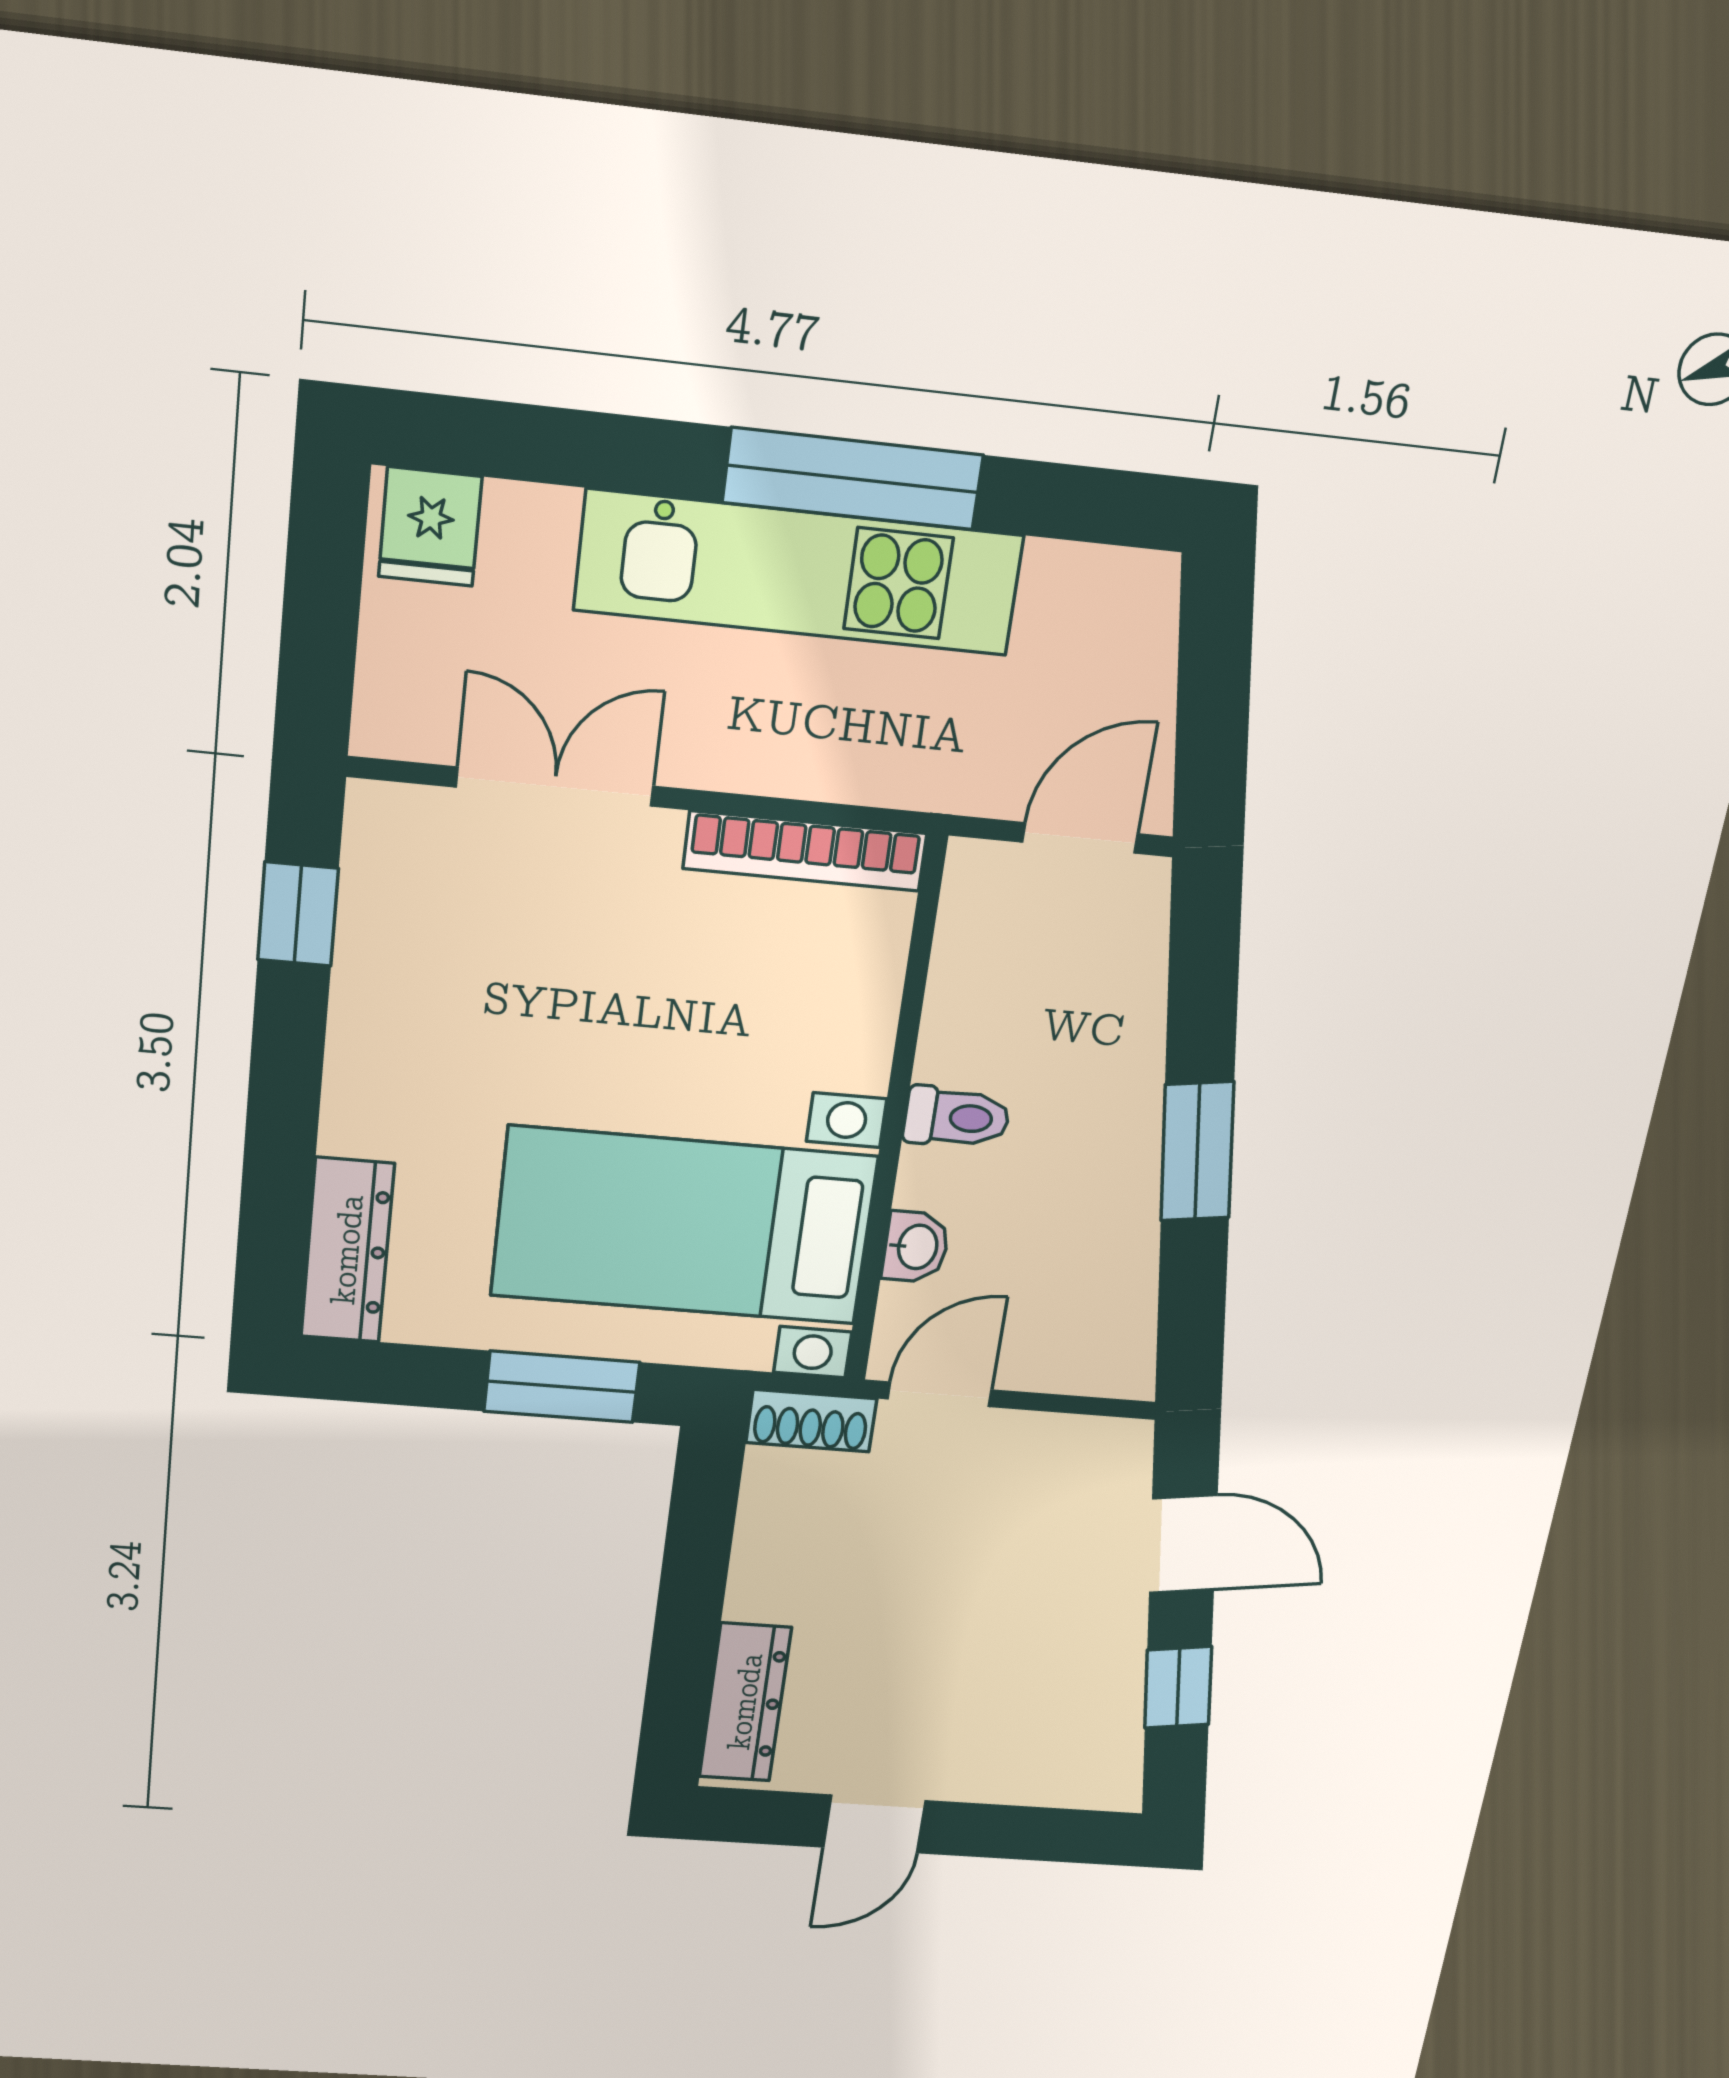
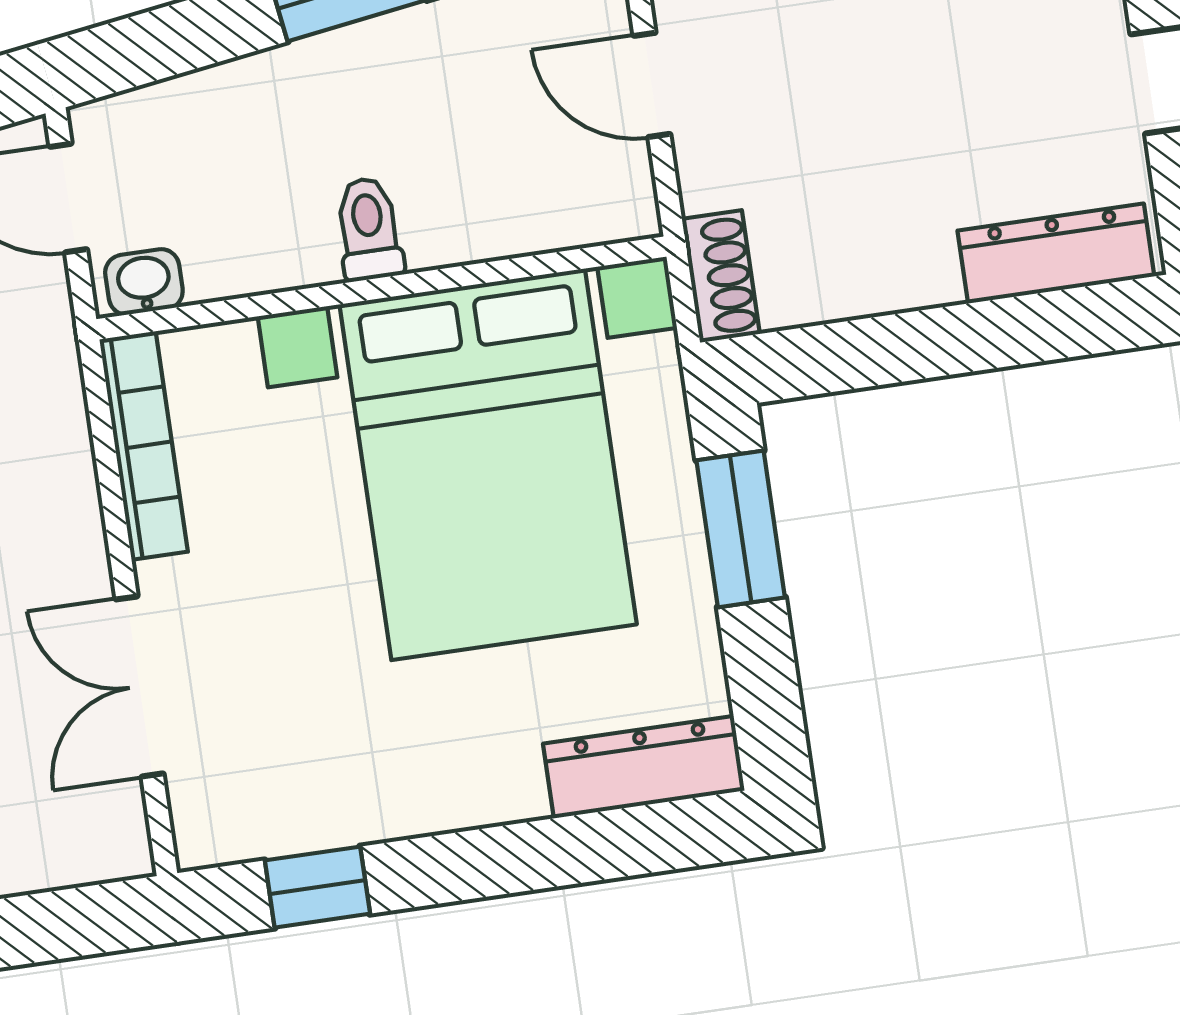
bed with nightstands: (684, 1226) -> (488, 464), width x1.36
washbasin: (916, 1247) -> (144, 282), moved
door: (940, 1394) -> (652, 85), moved

